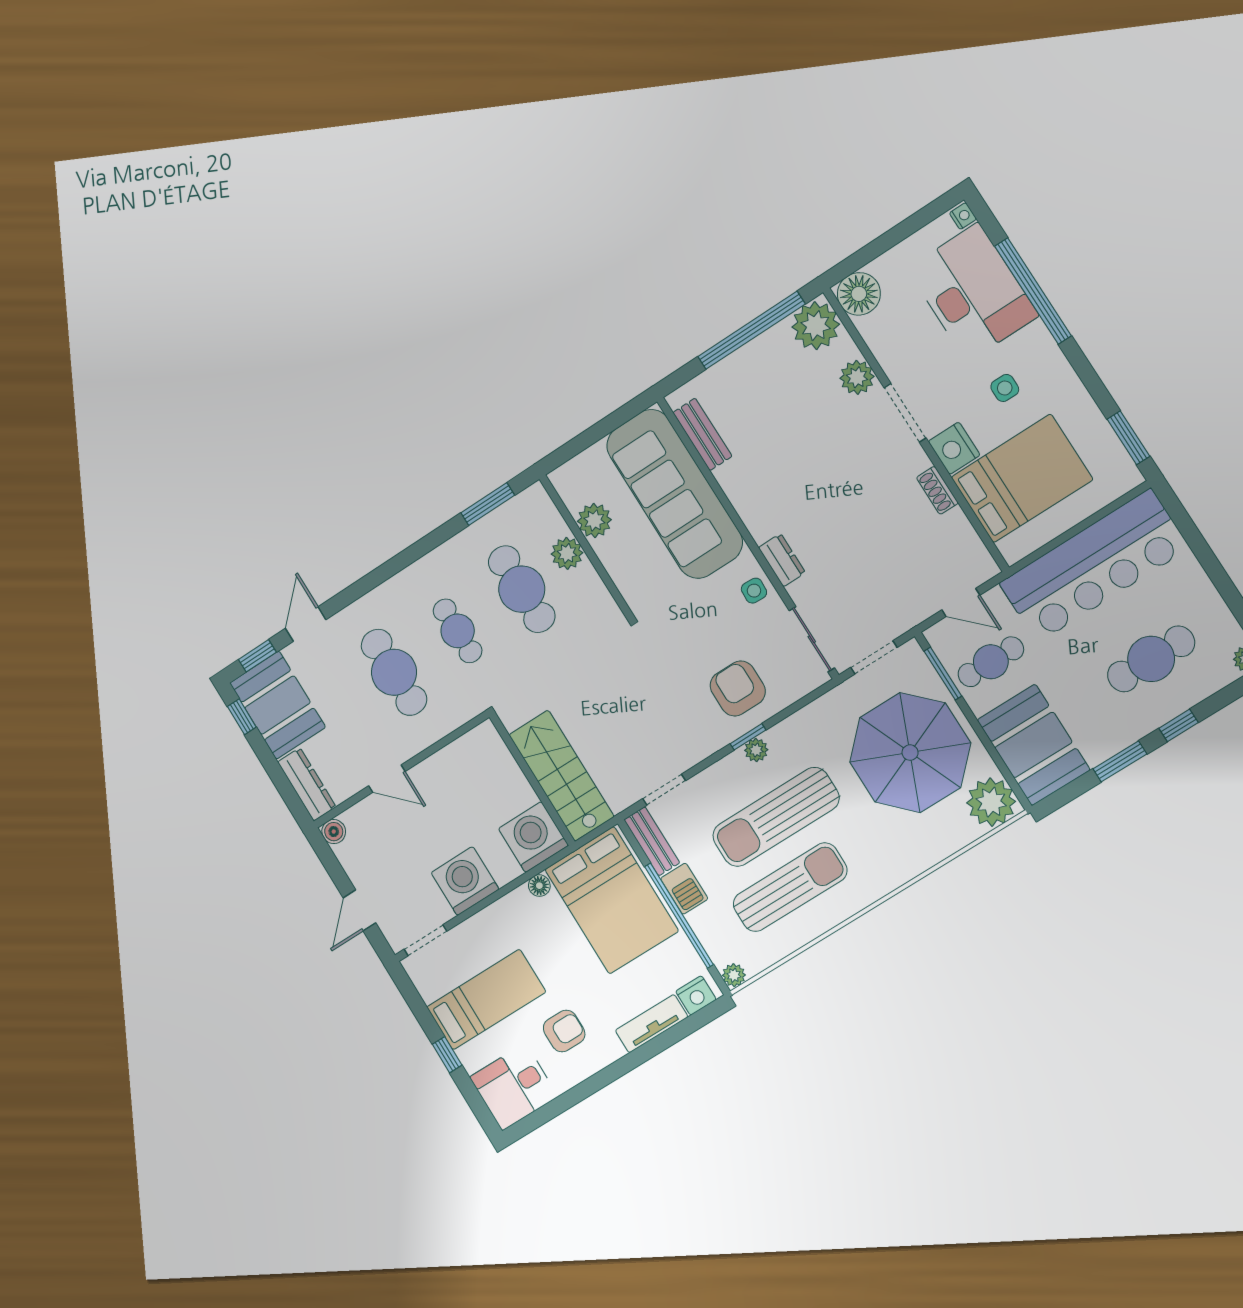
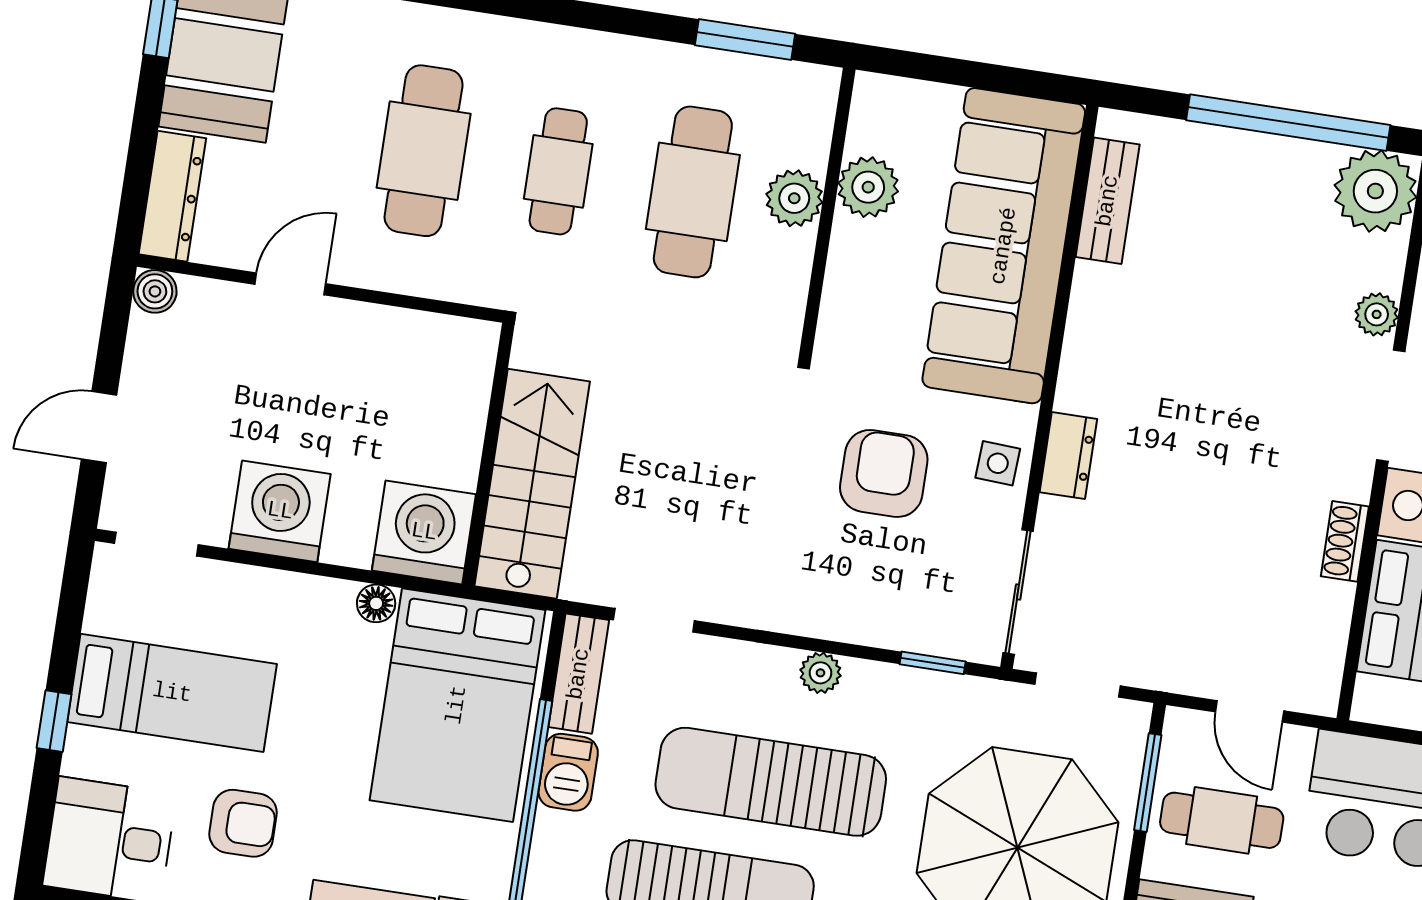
plant: (857, 377) -> (1377, 314), width x0.73, depth x0.73
armchair: (738, 688) -> (884, 473), moved
window: (748, 737) -> (933, 663), moved
door: (387, 779) -> (290, 284), swing flipped

